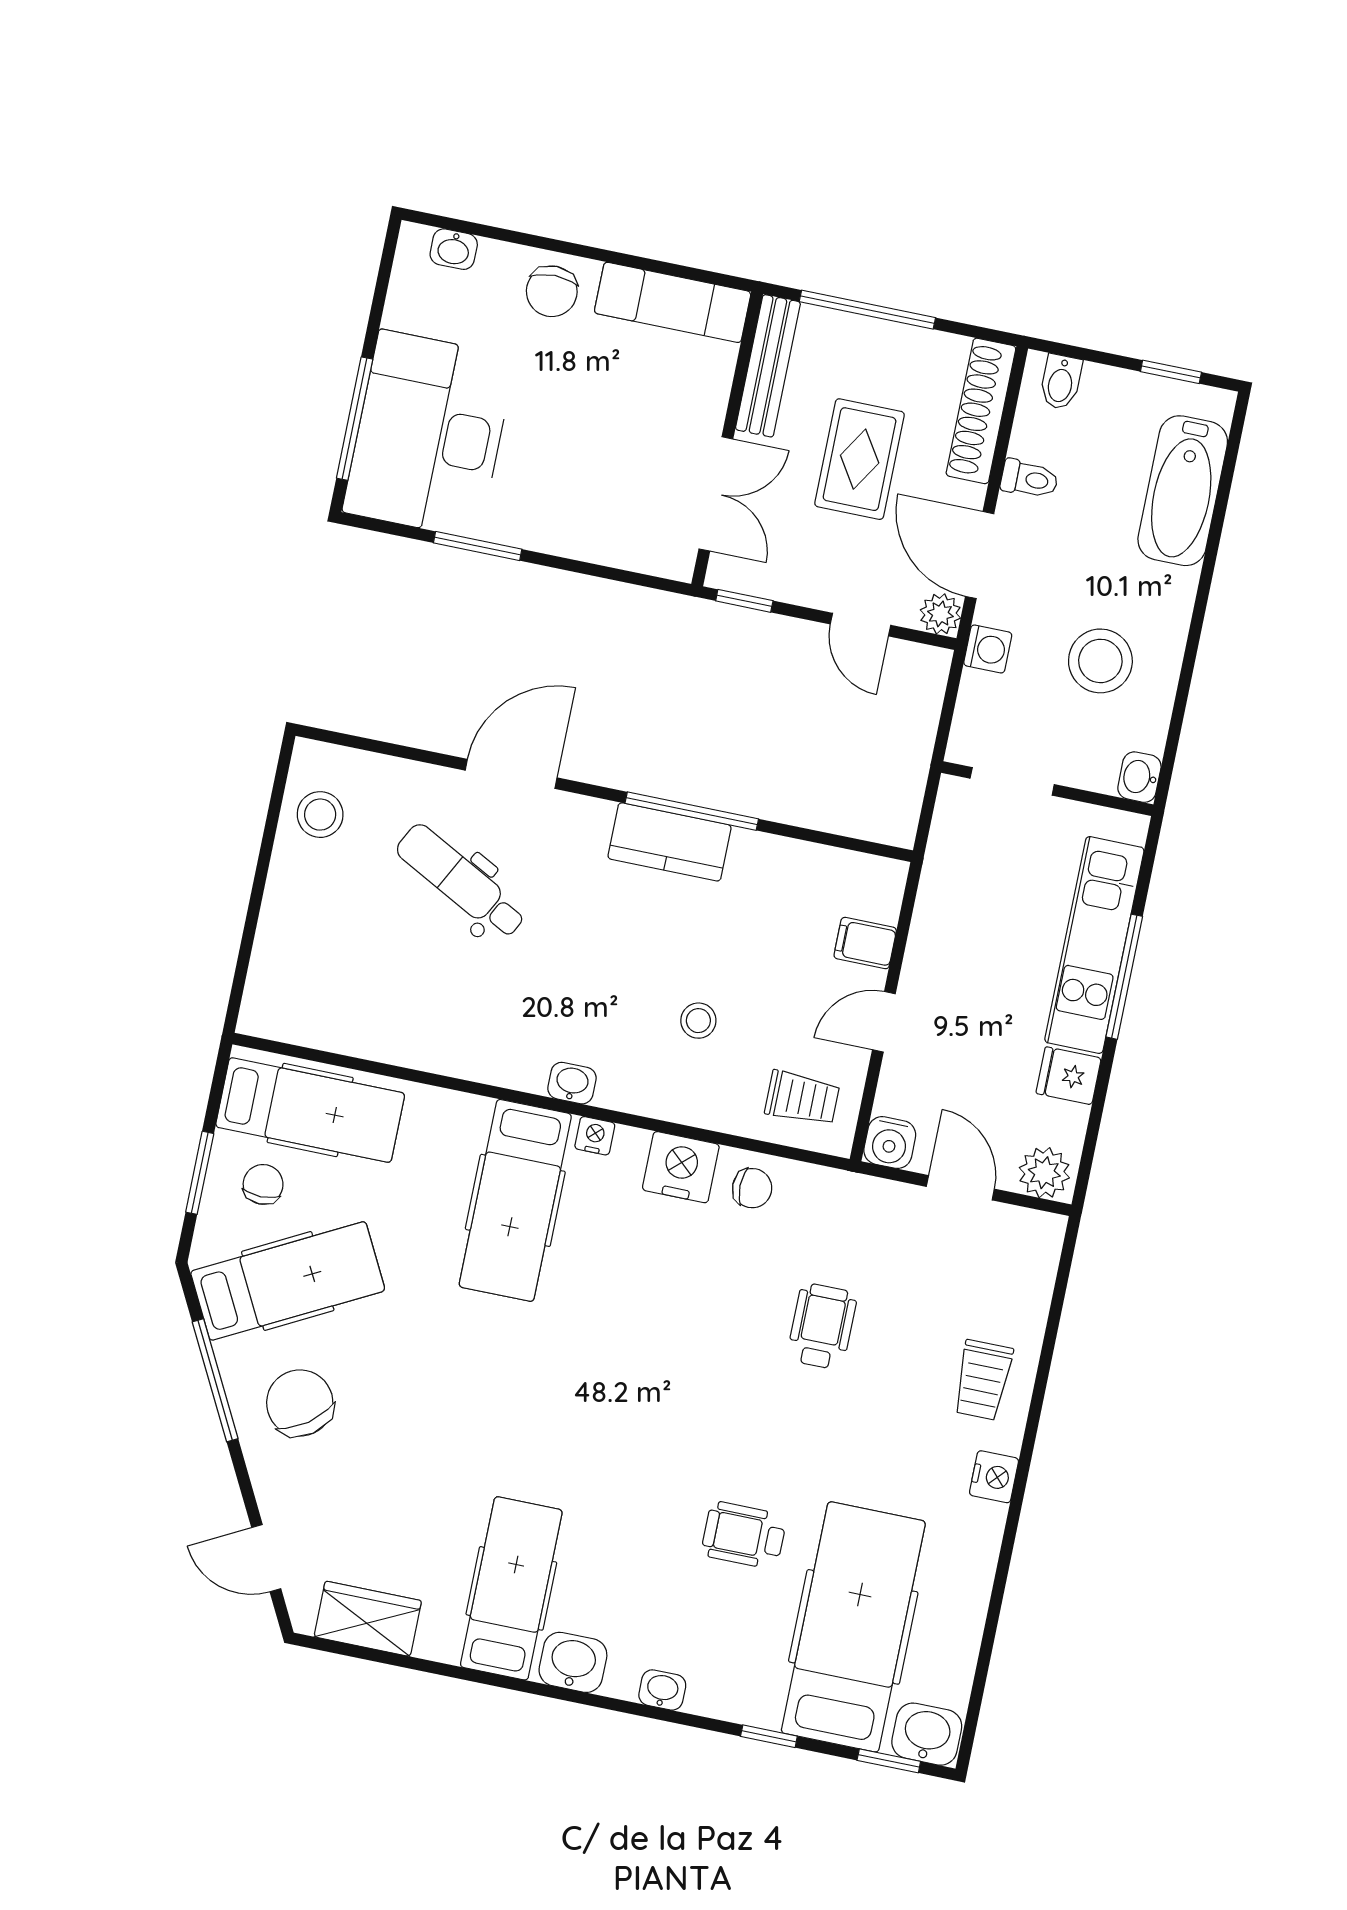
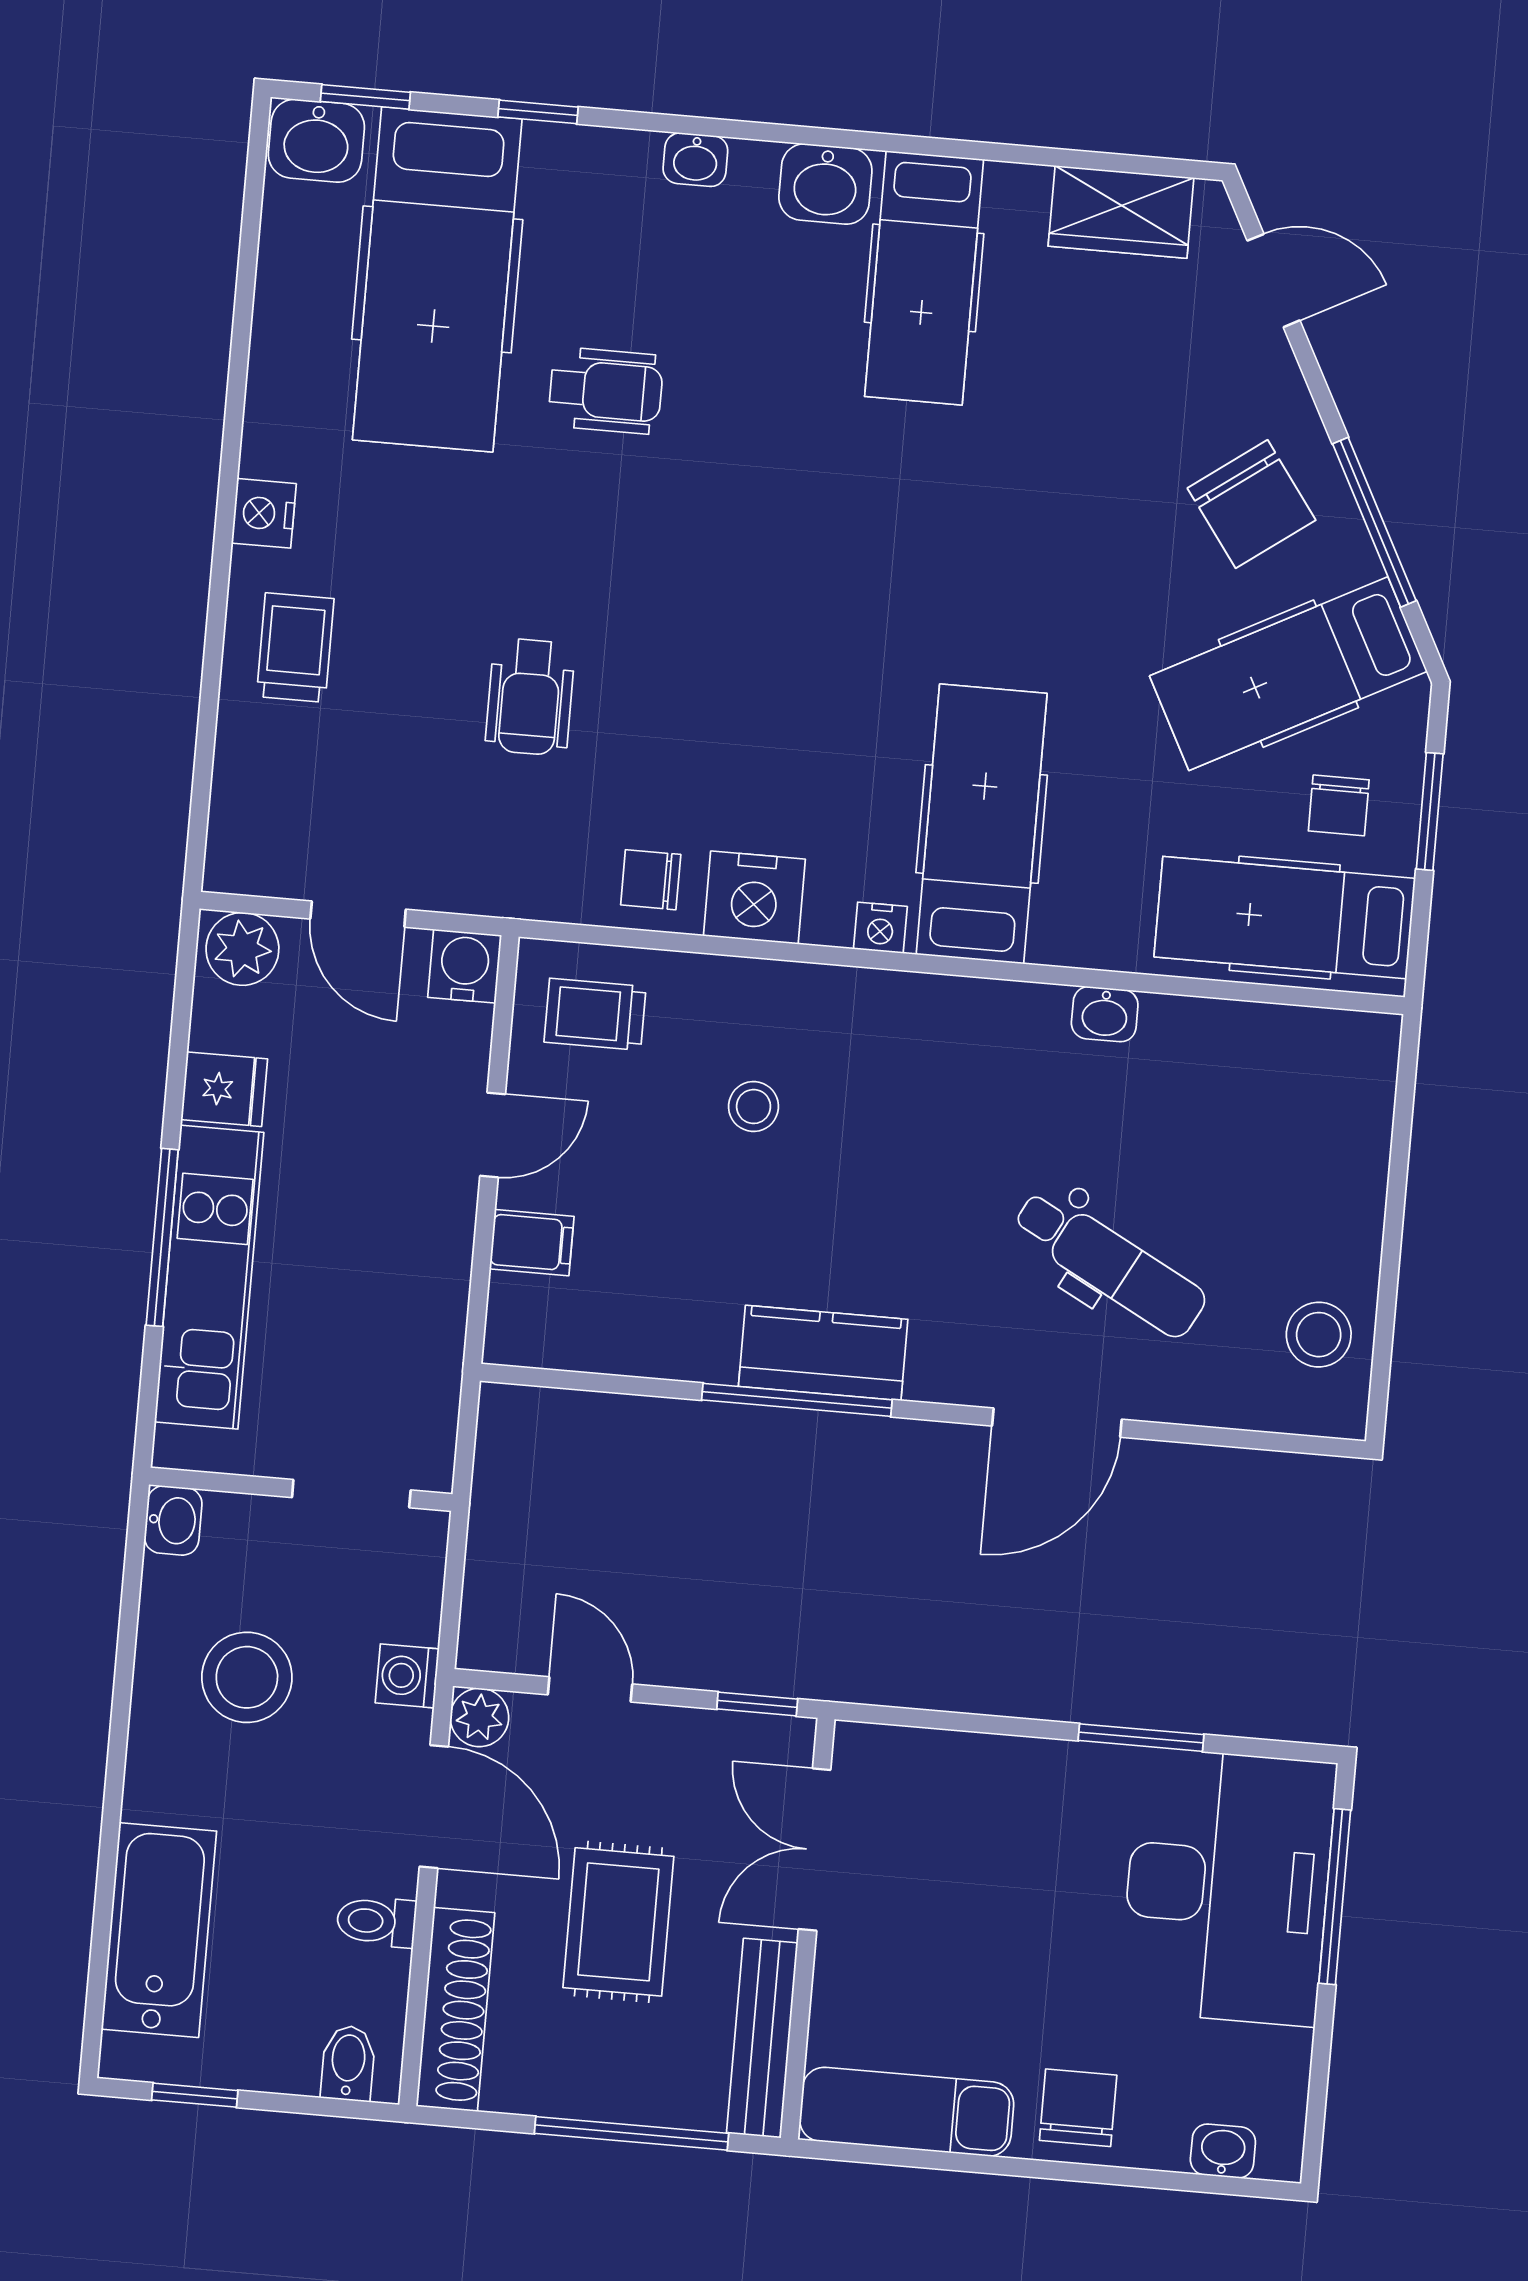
washbasin: (572, 1083) -> (1105, 1014), moved

